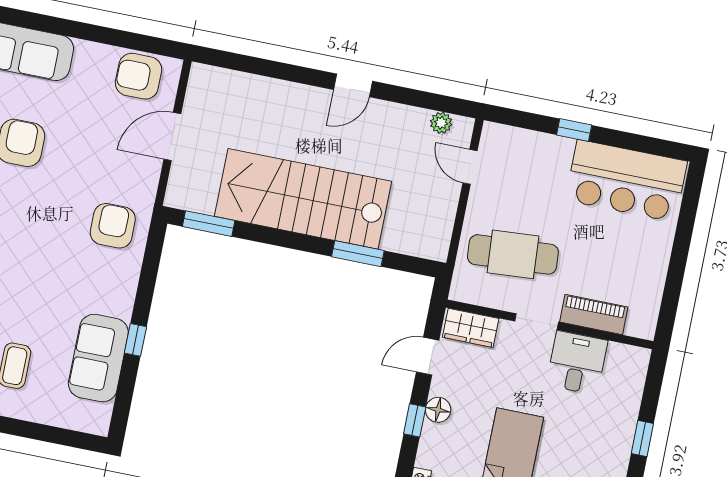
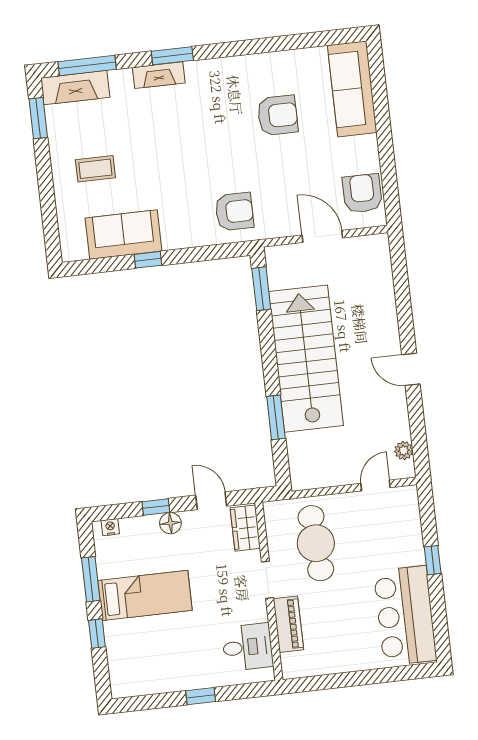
desk: (577, 363) -> (248, 647), moved

